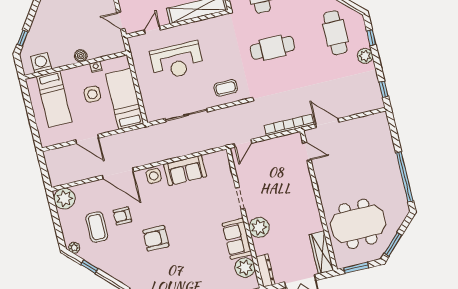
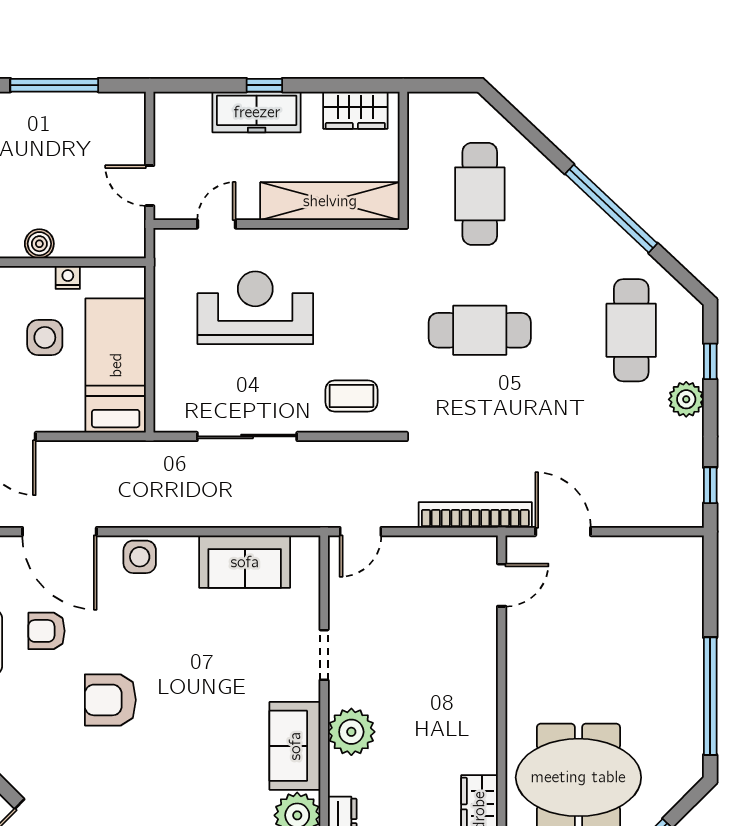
reception desk: (177, 61) -> (255, 308), turned 180
door: (307, 151) -> (502, 585), hinge flipped
sofa: (185, 170) -> (245, 562), moved

